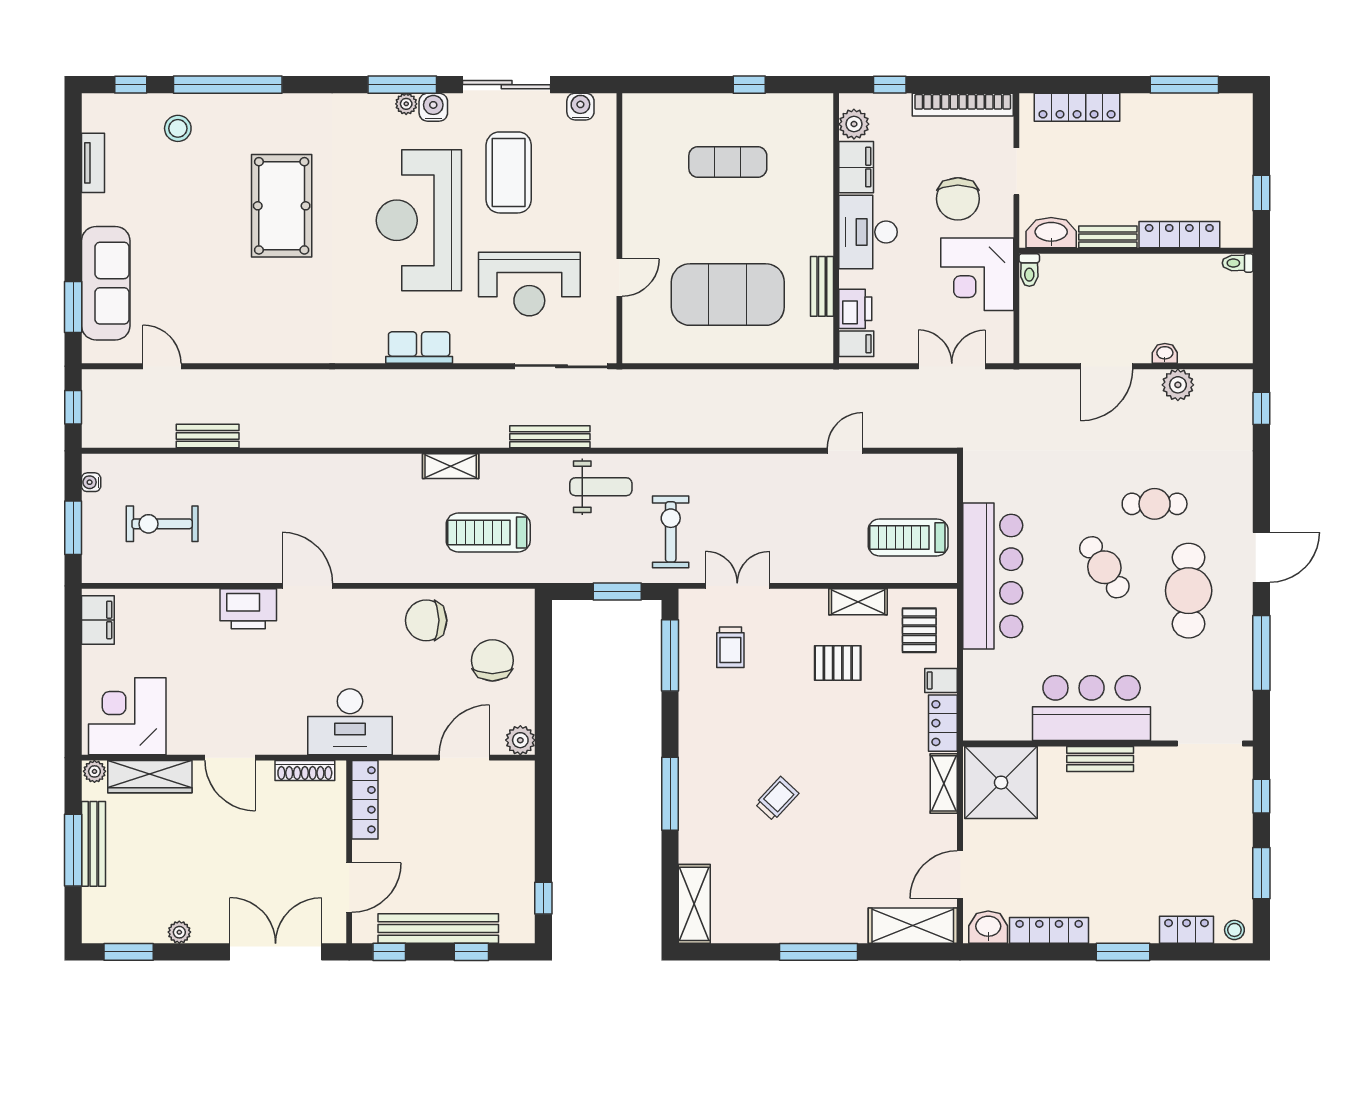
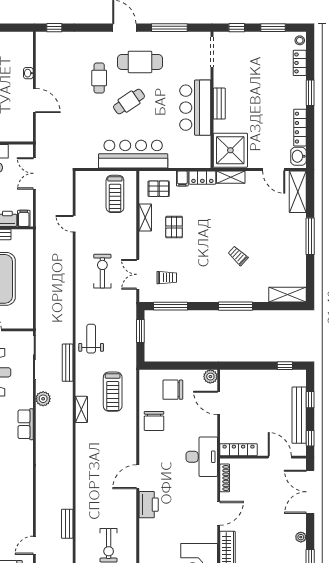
plant: (1178, 385) -> (43, 399), moved
exercise bike: (671, 532) -> (102, 271), moved, turned 90

